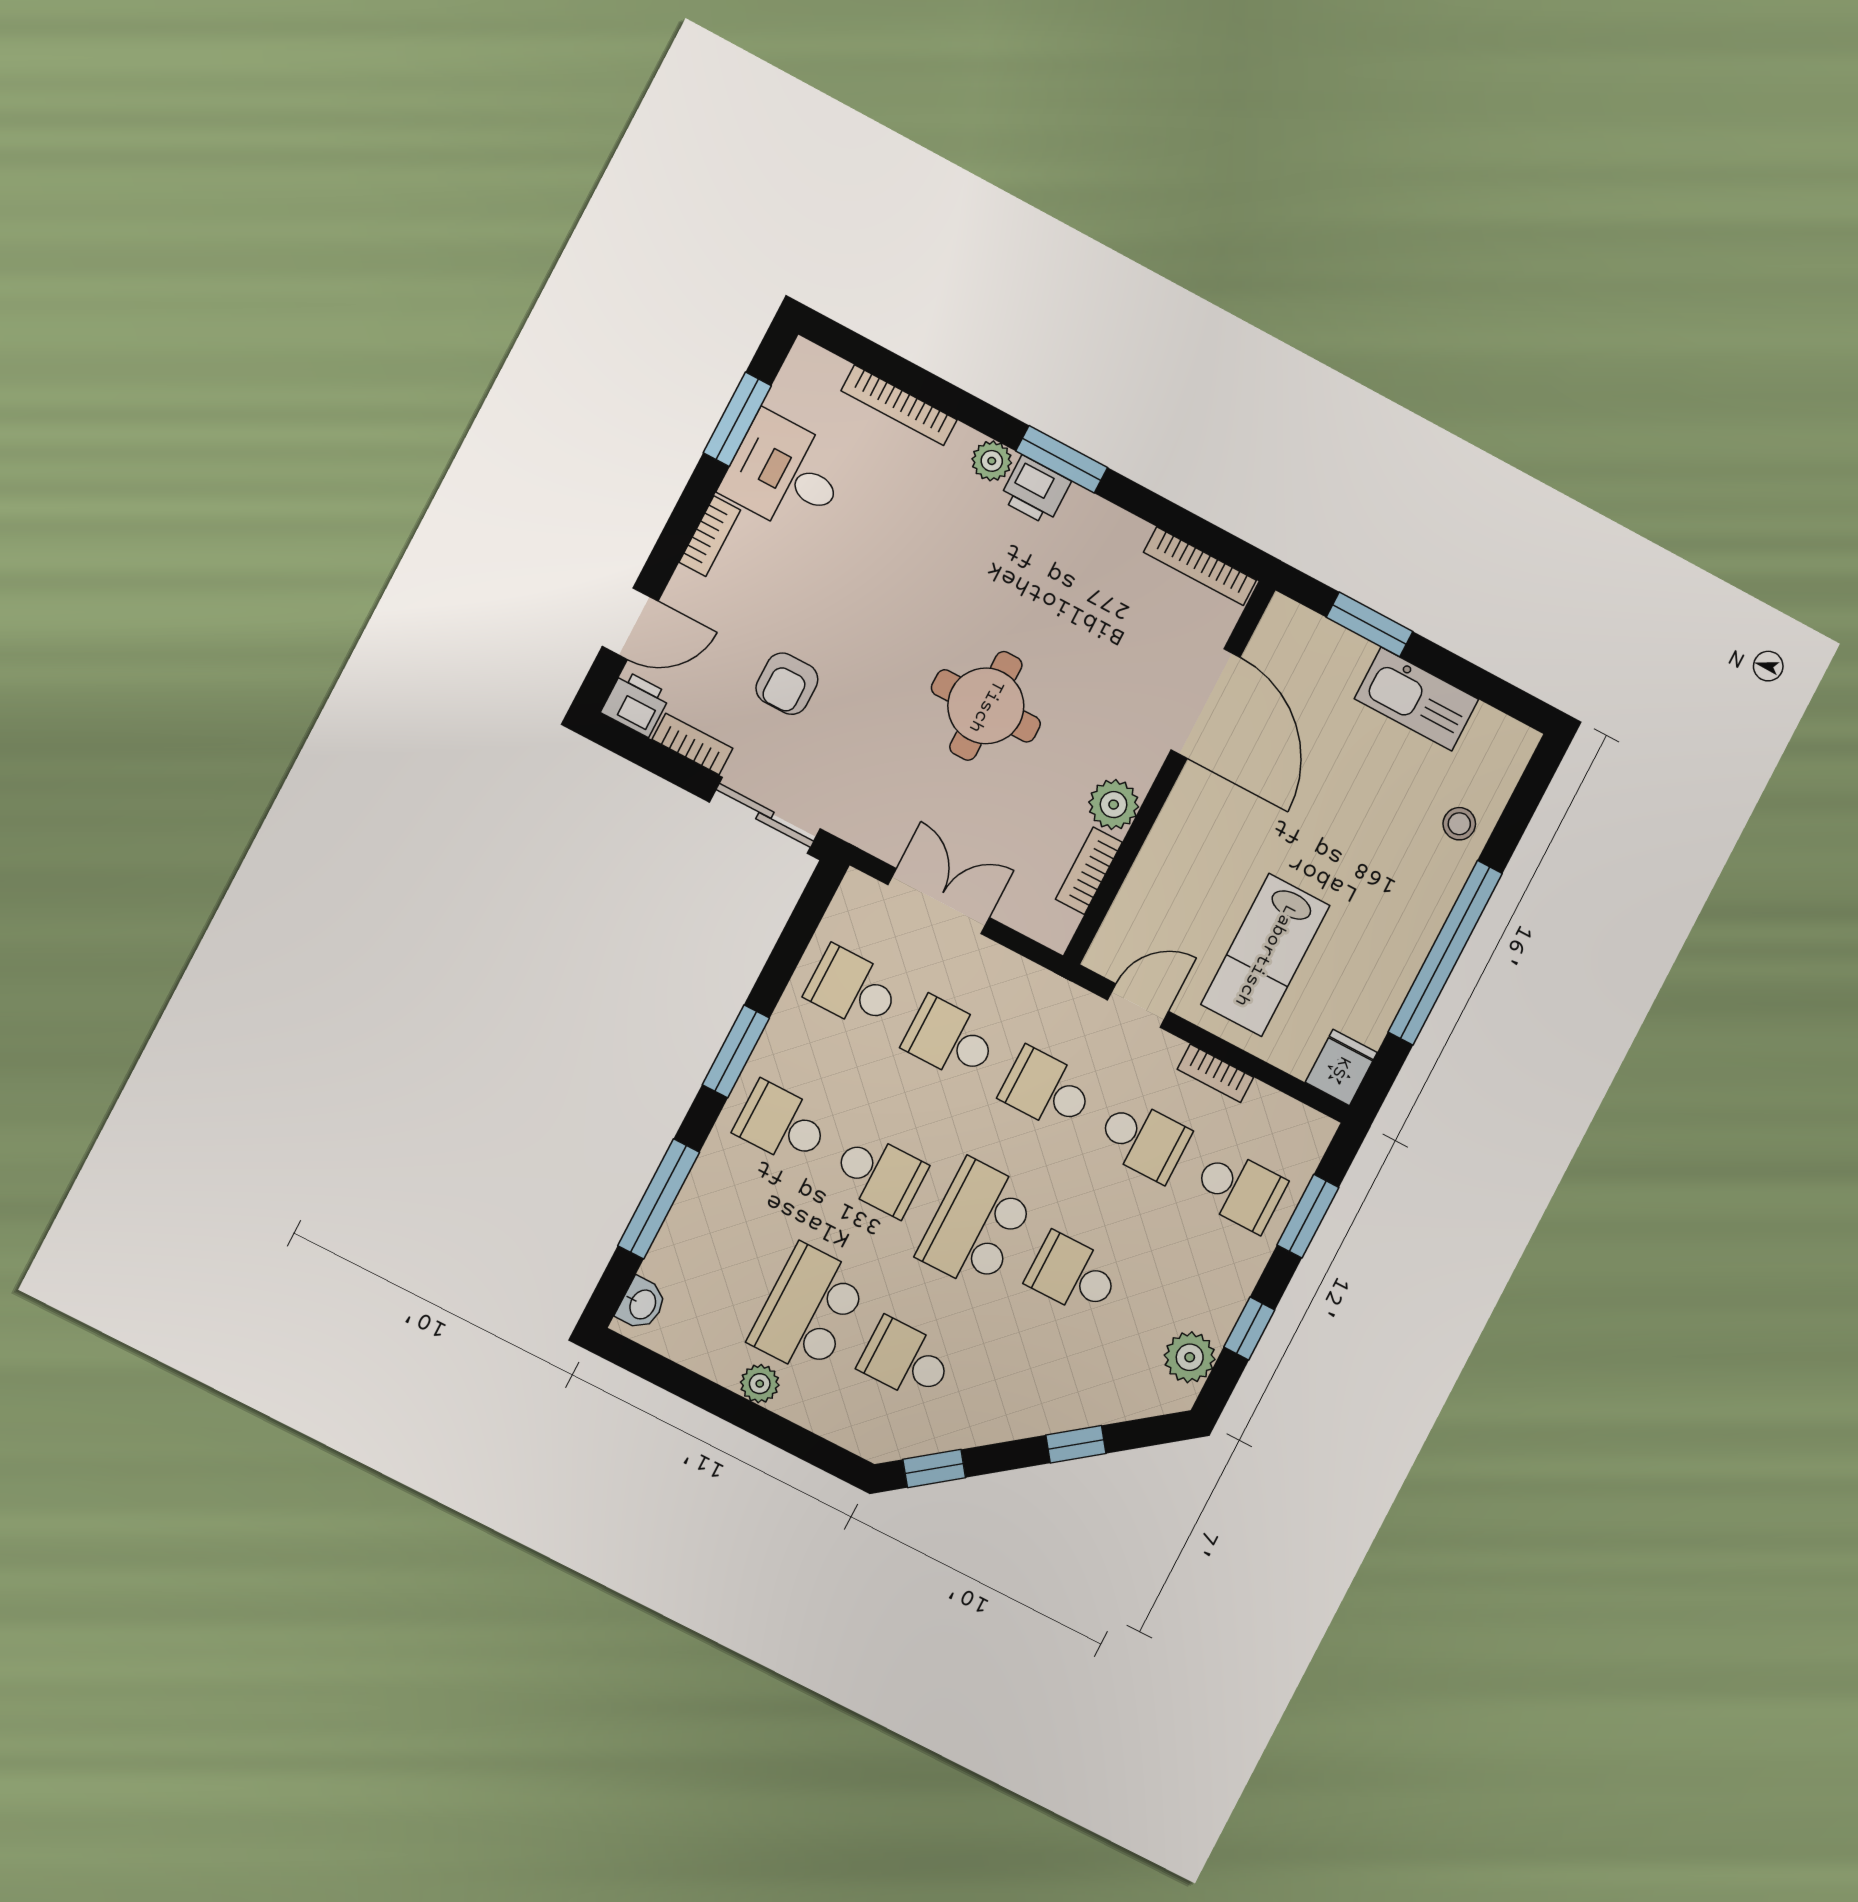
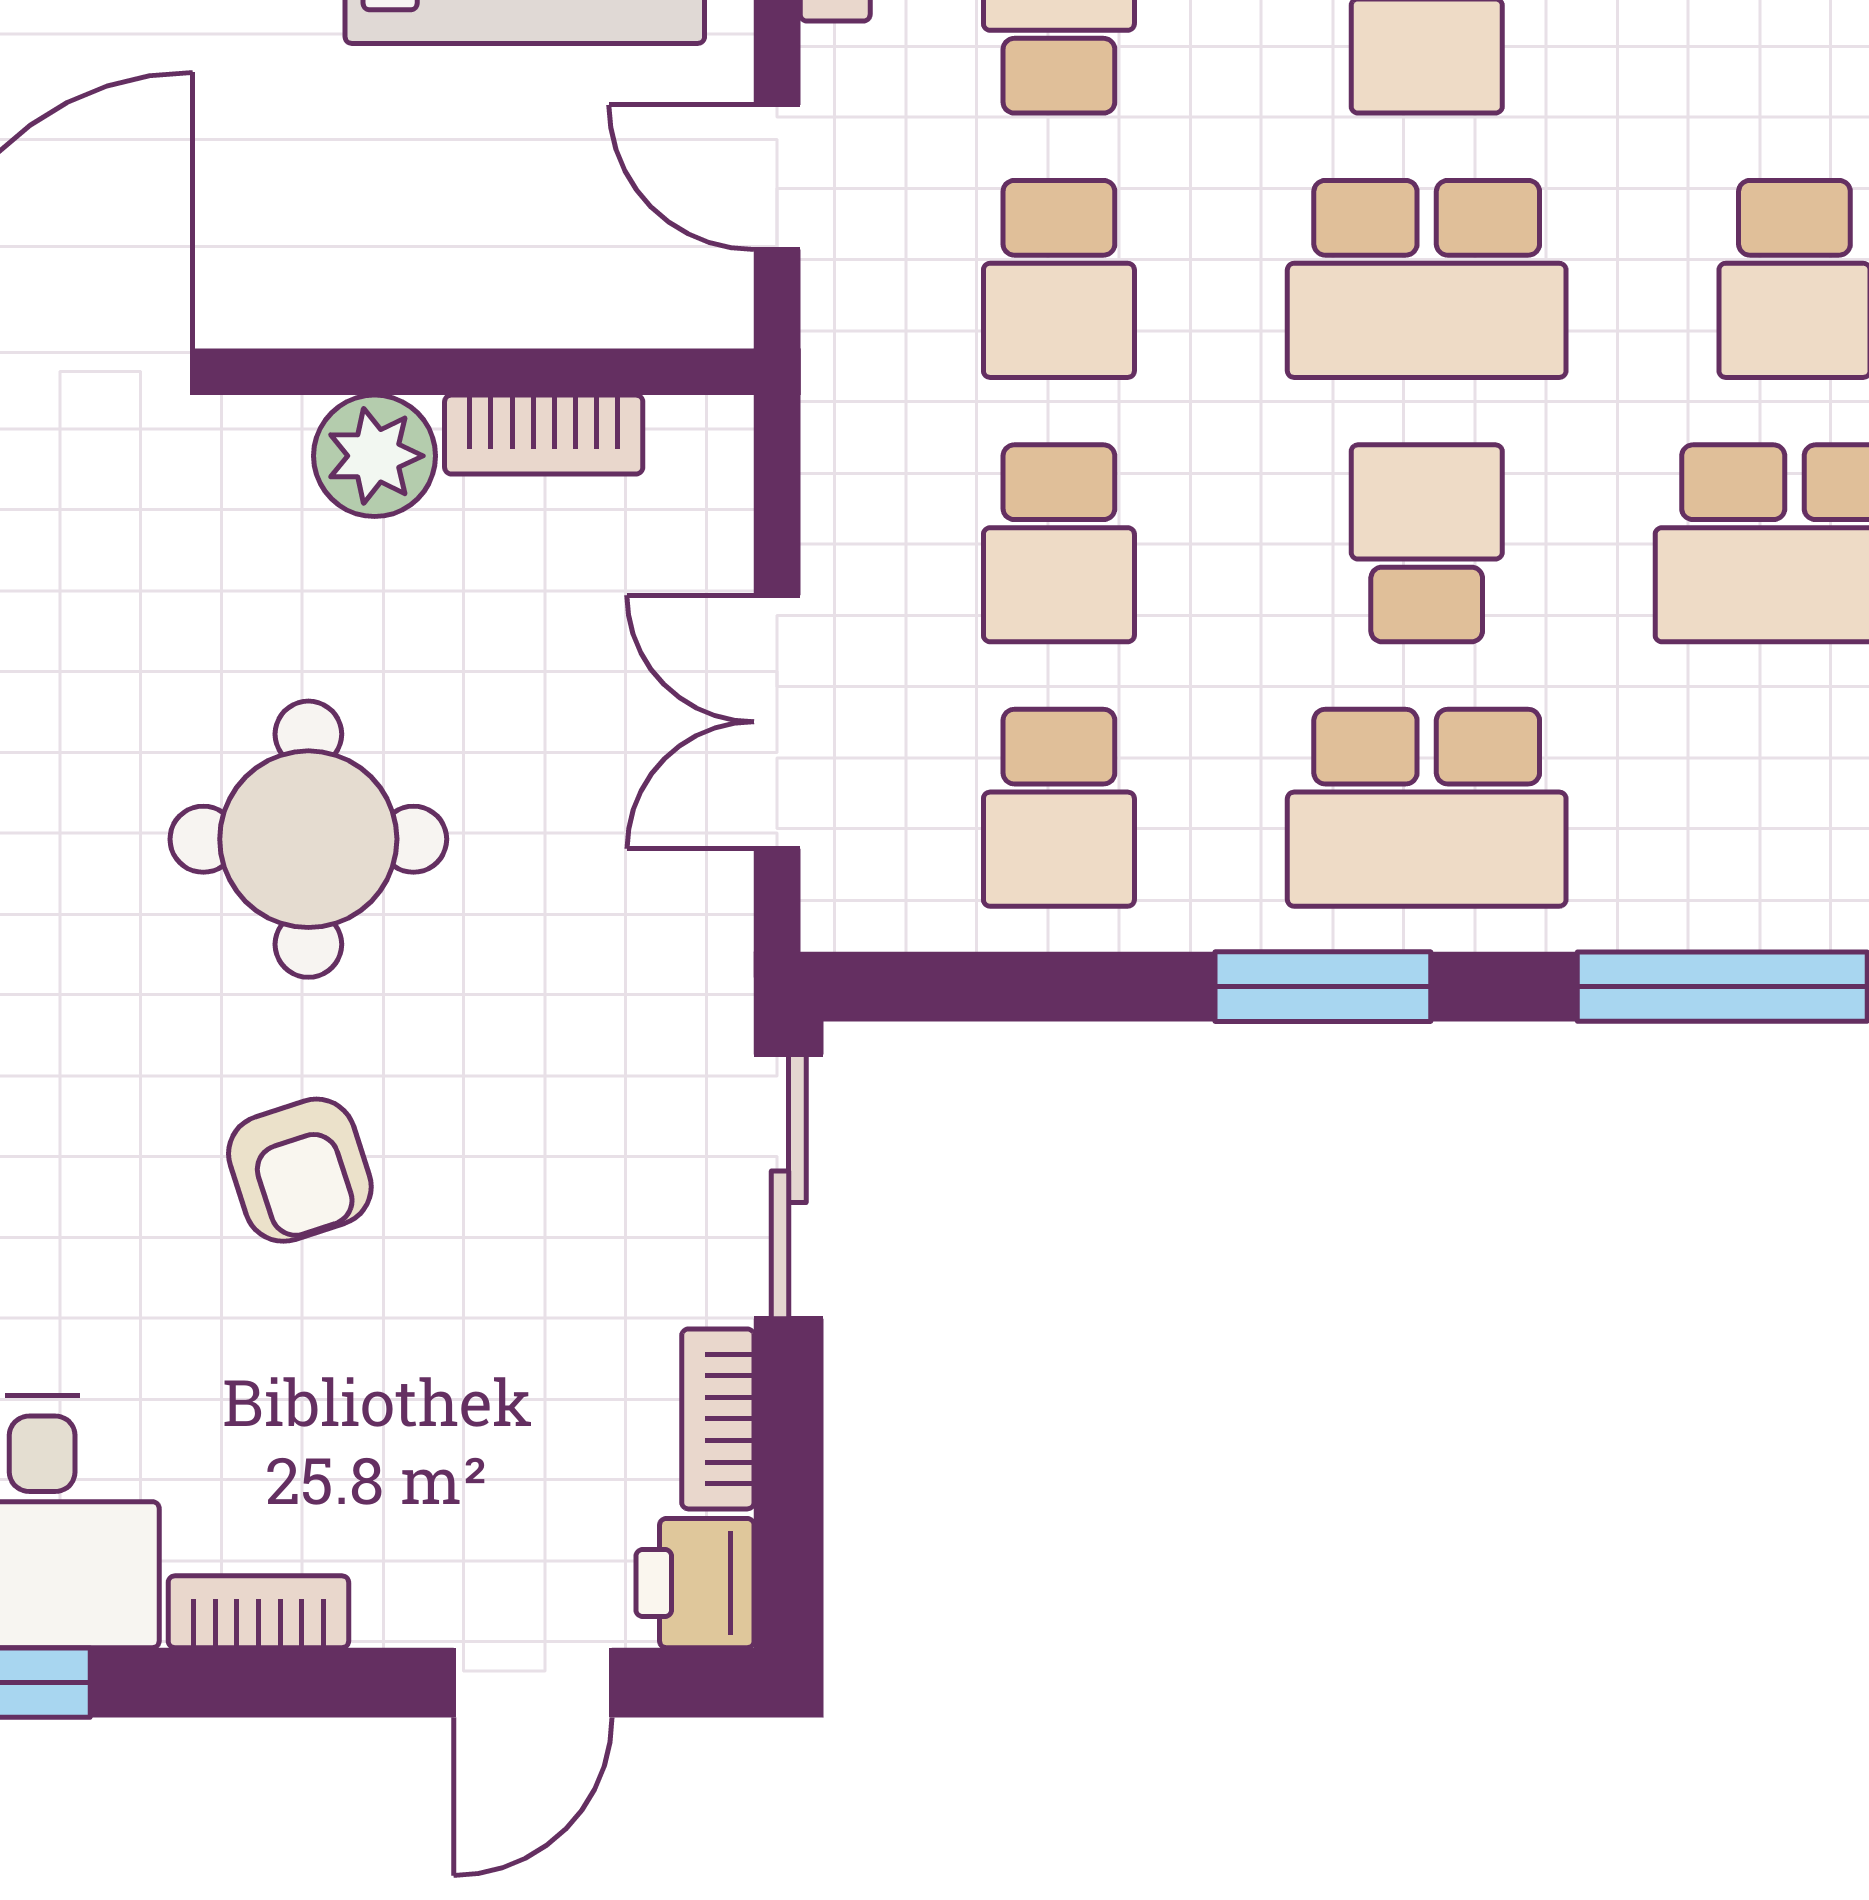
door: (630, 624) -> (533, 1683), swing flipped
armchair: (787, 684) -> (300, 1170), moved, turned 72
school desk: (782, 1124) -> (1427, 808), width x1.85

